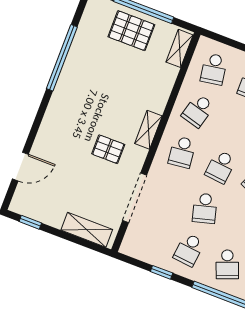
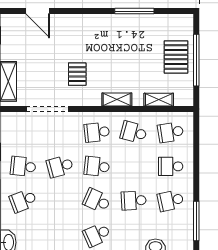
shelving: (180, 48) -> (159, 100), moved
window: (62, 58) -> (134, 11), width x0.68
shelving: (148, 130) -> (117, 99), moved

